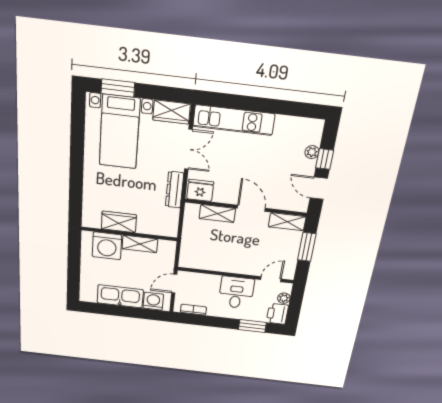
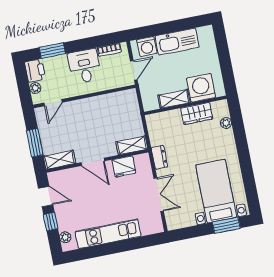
wardrobe: (172, 112) -> (181, 220), removed
kitchen unit: (234, 120) -> (108, 234), moved
double door: (188, 149) -> (159, 195), swing flipped
plant: (312, 152) -> (65, 237), moved
dresser: (175, 190) -> (159, 157), width x0.70
fridge: (200, 190) -> (124, 167), moved
plant: (89, 202) -> (226, 123), added
shelving: (217, 213) -> (132, 145), moved
desk: (236, 293) -> (85, 66), moved, turned 180

